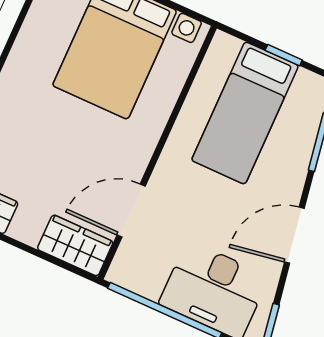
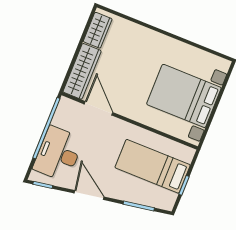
wardrobe: (75, 245) -> (82, 71), width x1.50

